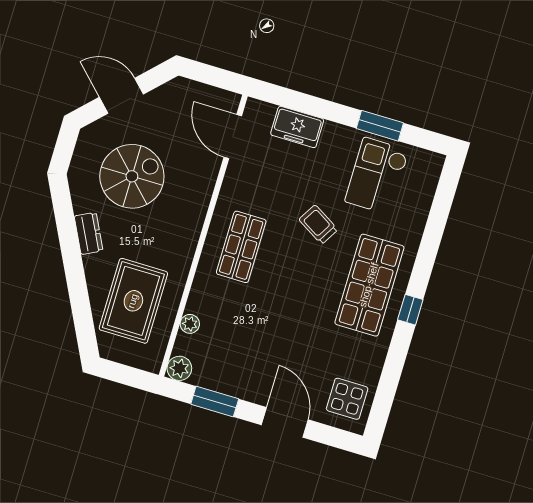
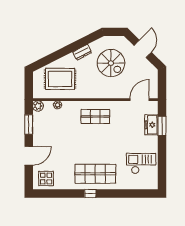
window: (380, 126) -> (162, 126), moved
trolley: (318, 225) -> (114, 145), removed

